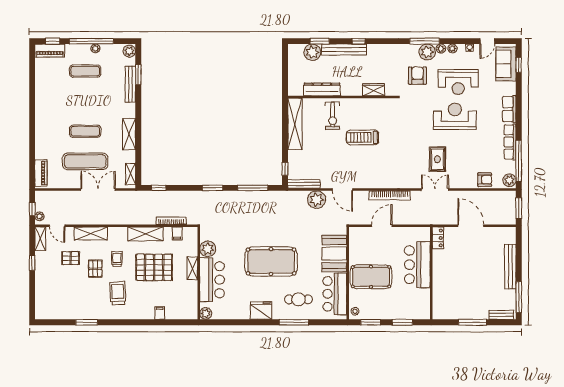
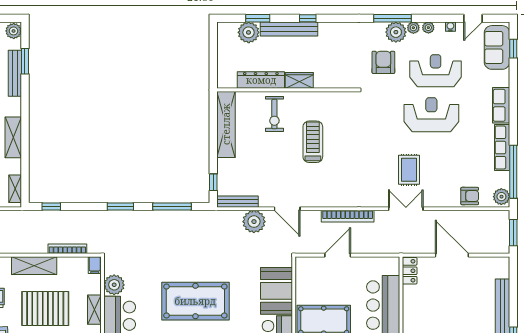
reception desk: (458, 82) -> (436, 71), turned 180
wardrobe: (373, 90) -> (299, 80), moved
treadmill: (362, 137) -> (313, 142), turned 90
filing cabinet: (177, 233) -> (95, 265), moved

